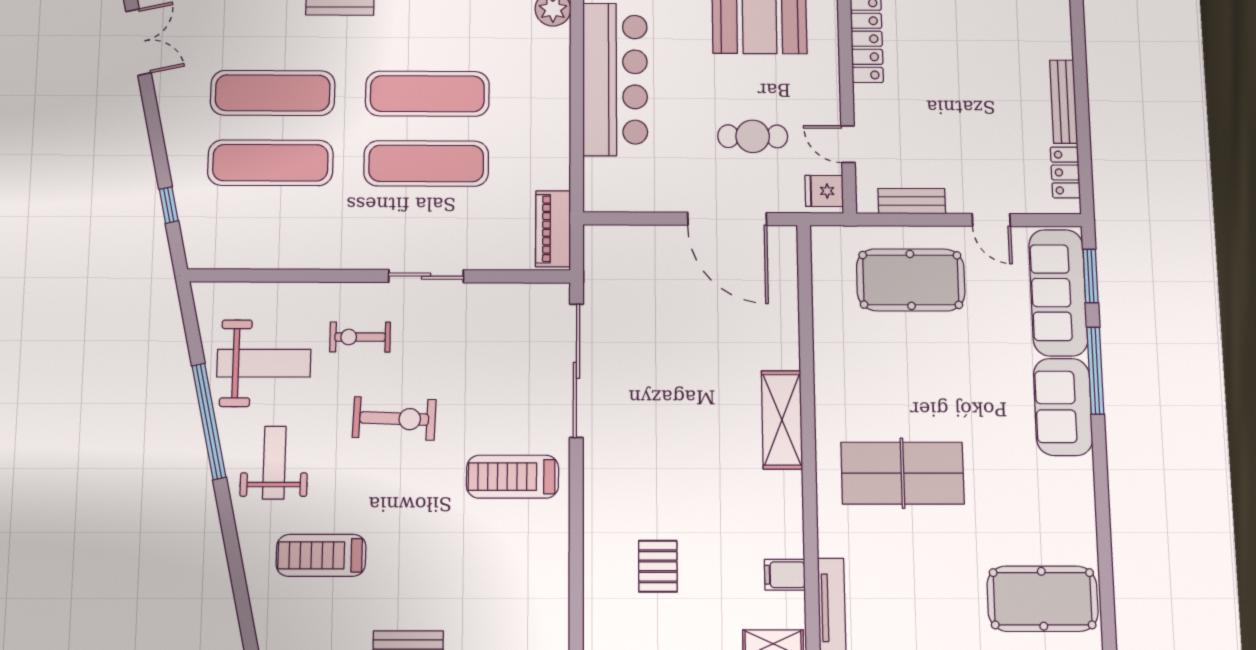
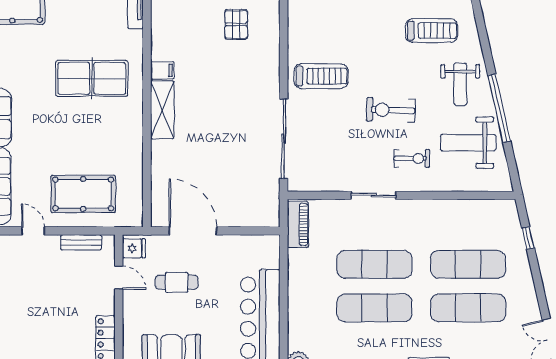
filing cabinet: (785, 575) -> (162, 70), moved

